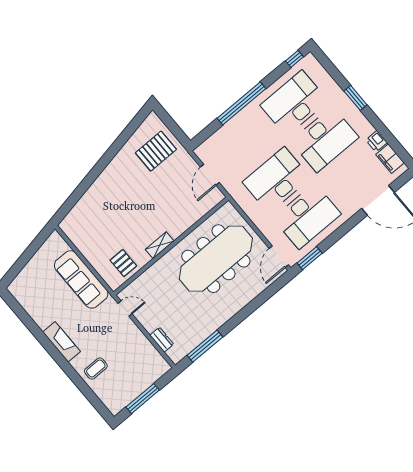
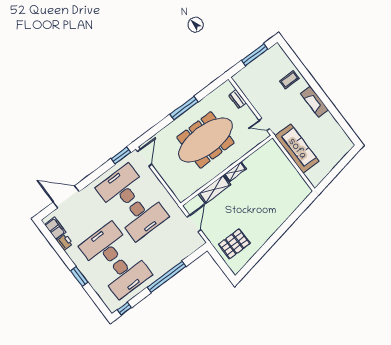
shelving: (186, 221) -> (214, 189), added
meeting table: (216, 259) -> (206, 140), moved
pallet: (123, 263) -> (264, 159), removed
window: (205, 346) -> (184, 108), moved

